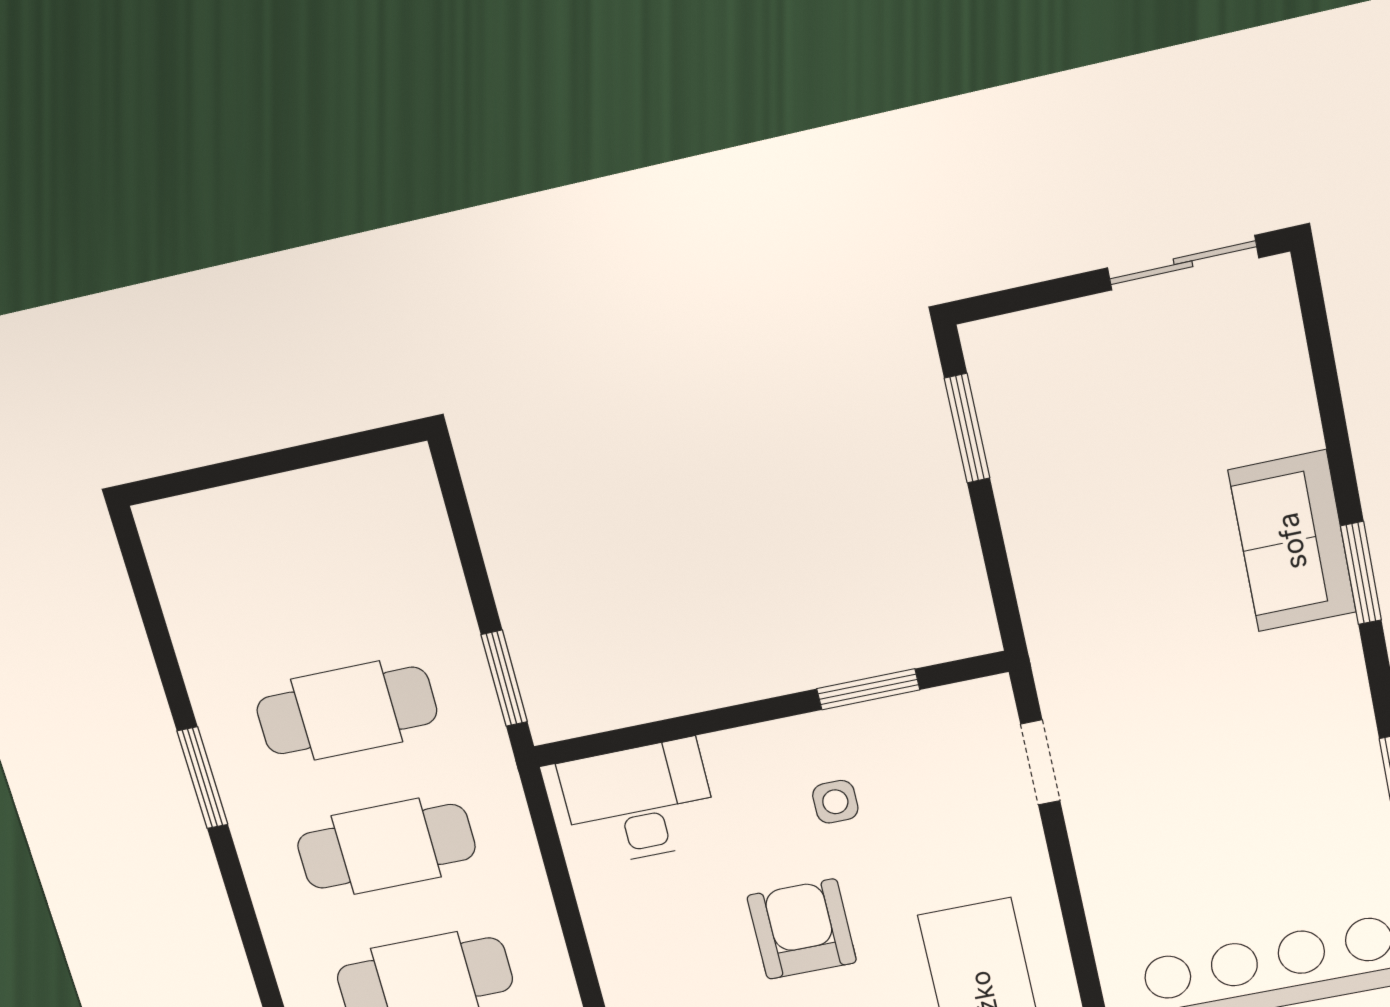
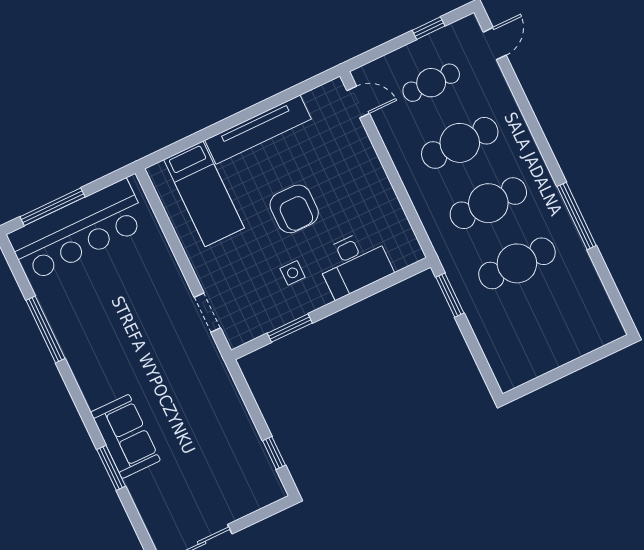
window: (967, 428) -> (274, 453), width x0.67
window: (1361, 573) -> (111, 468), moved
window: (202, 778) -> (577, 216), width x1.44
desk: (639, 803) -> (354, 263), moved

